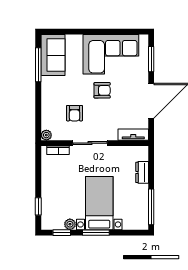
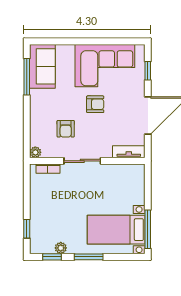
window: (151, 59) -> (148, 71), width x0.67
dresser: (142, 172) -> (138, 192), removed
bed with nightstands: (99, 203) -> (116, 230), moved, turned -90

